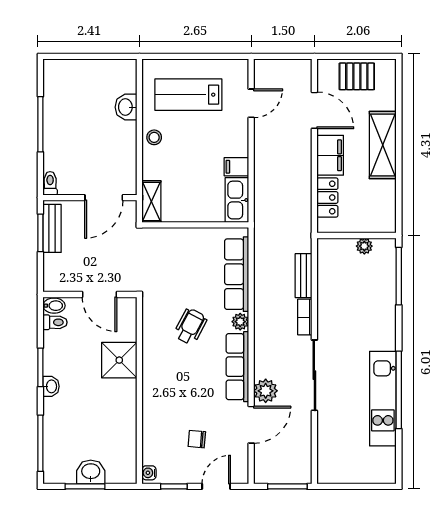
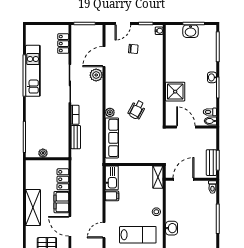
row of seats: (237, 367) -> (111, 88), removed
locker: (327, 449) -> (63, 44), added

